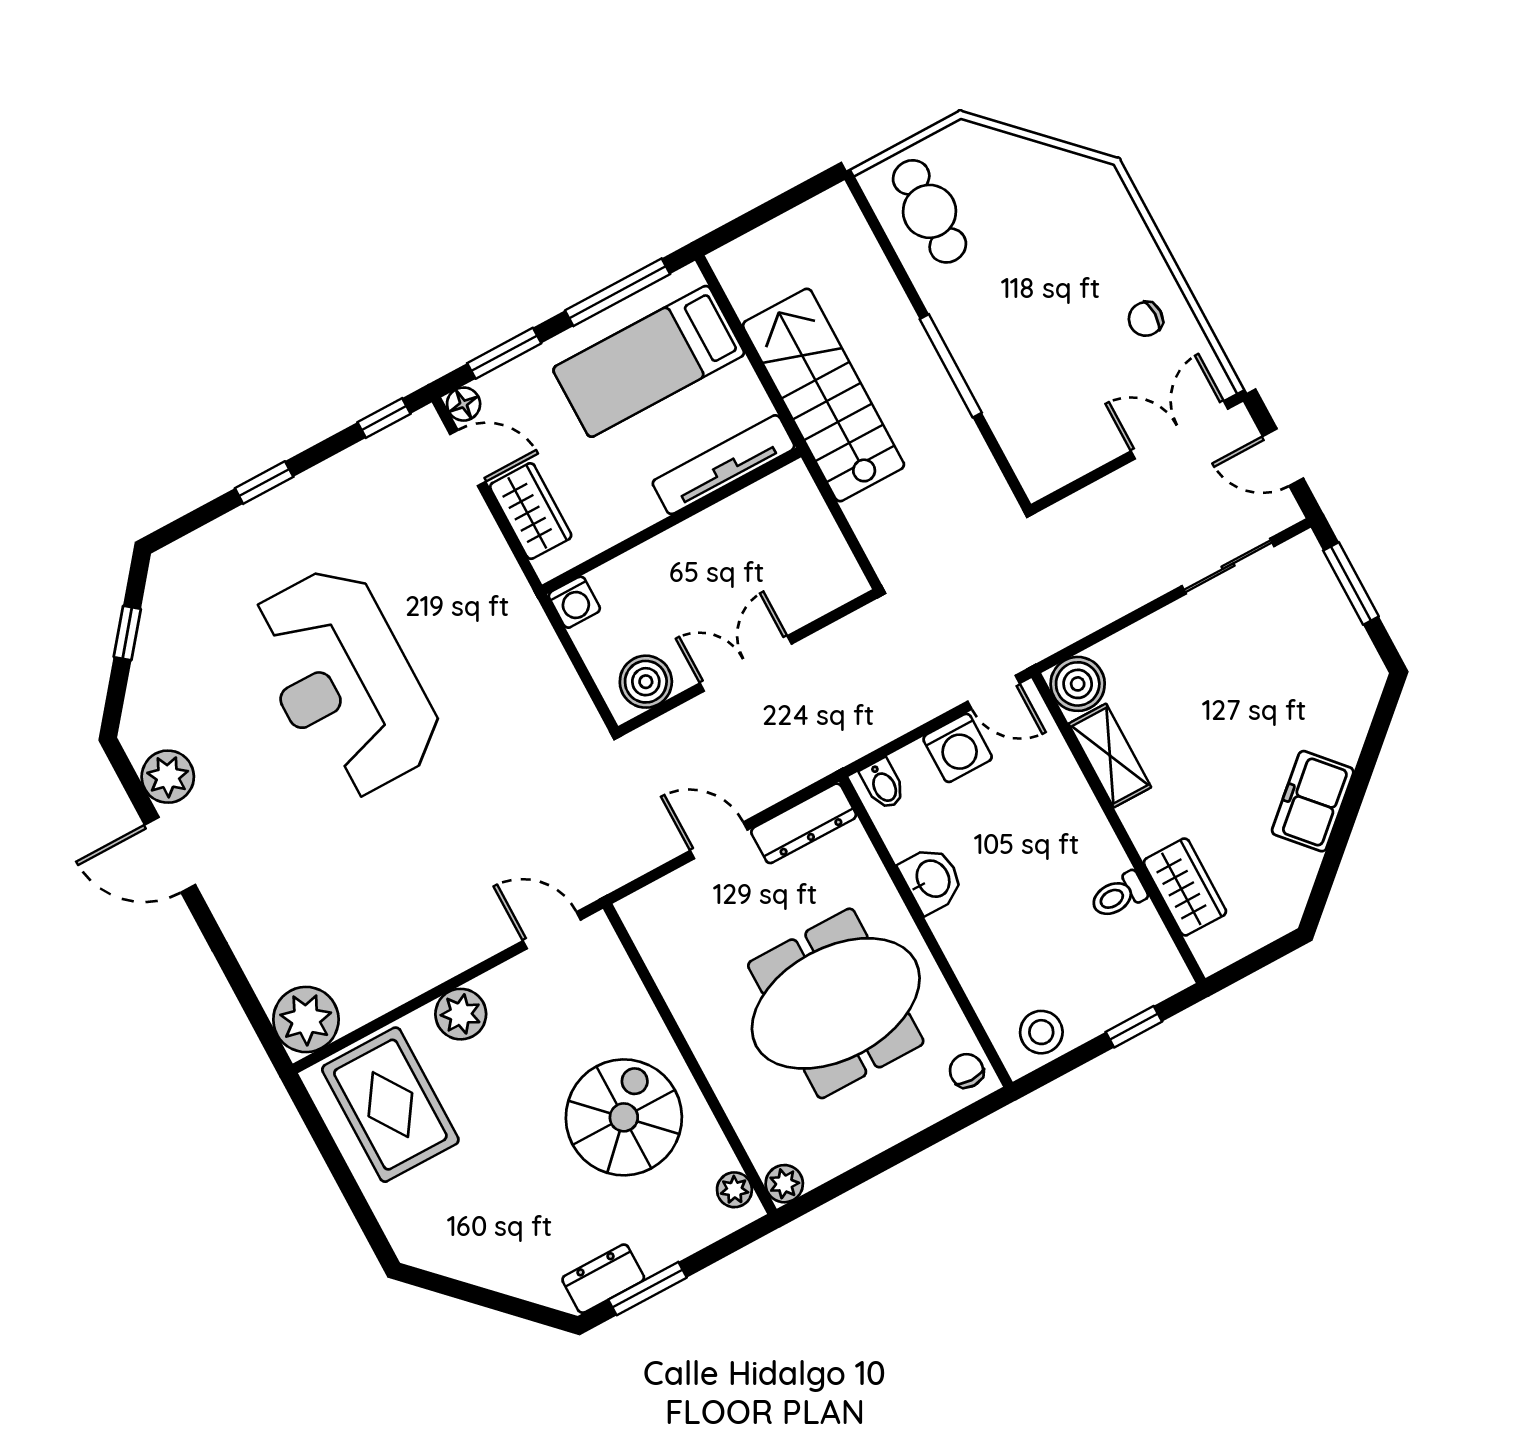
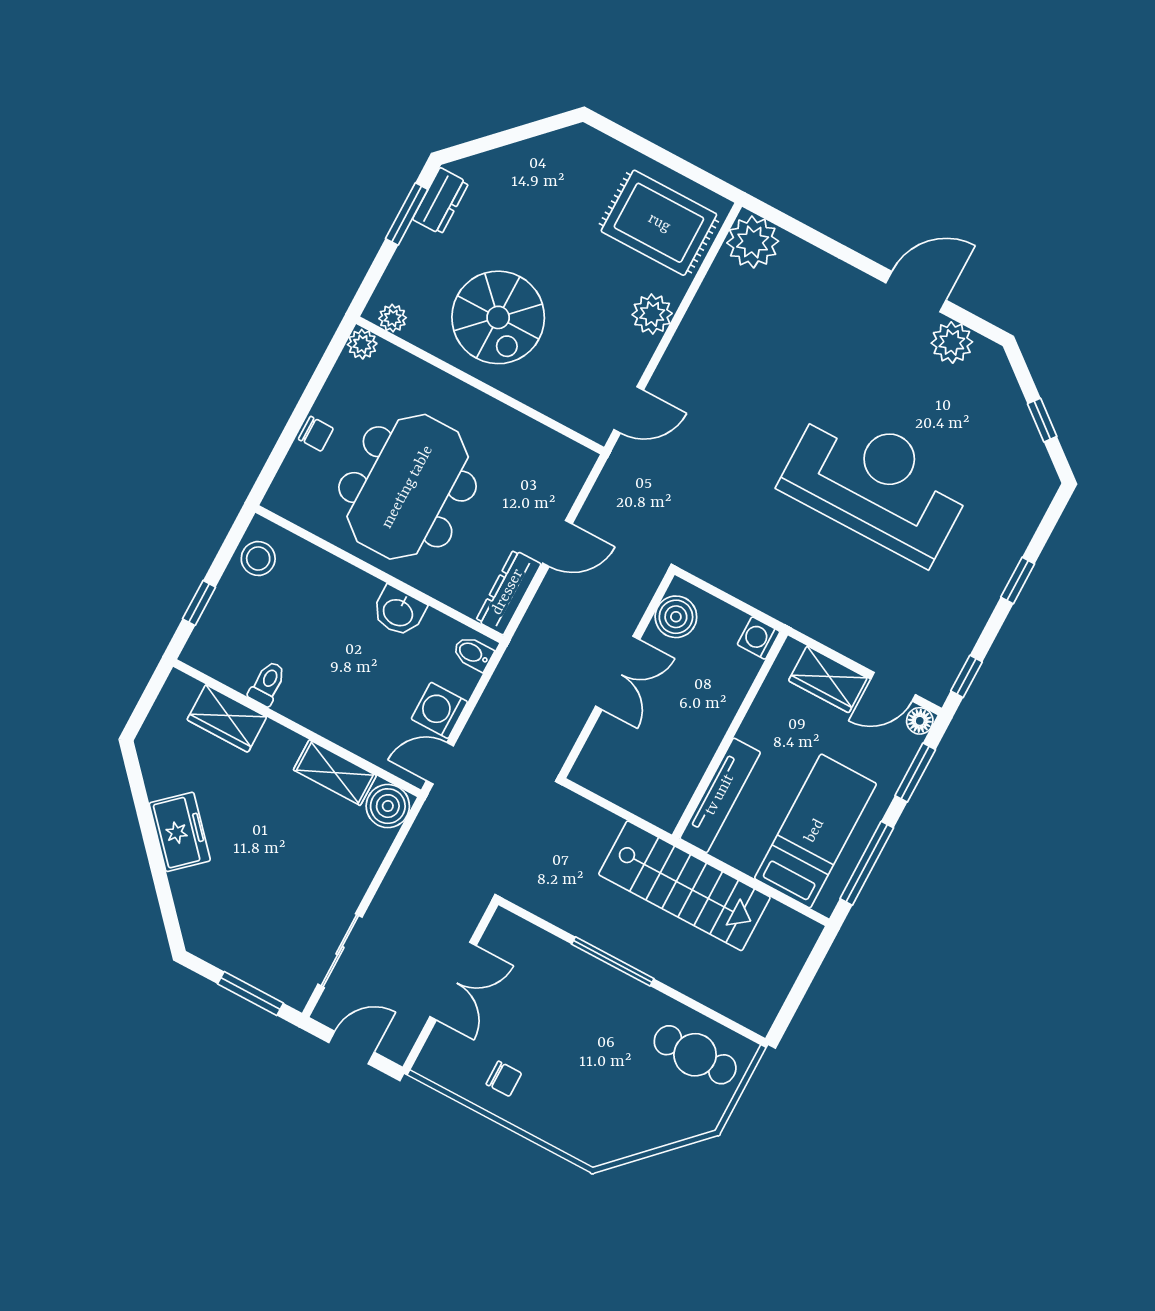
chair: (1146, 319) -> (504, 1079), turned 90
double door: (1179, 430) -> (453, 981), moved
chair: (967, 1071) -> (316, 434), moved

